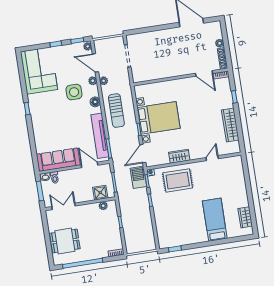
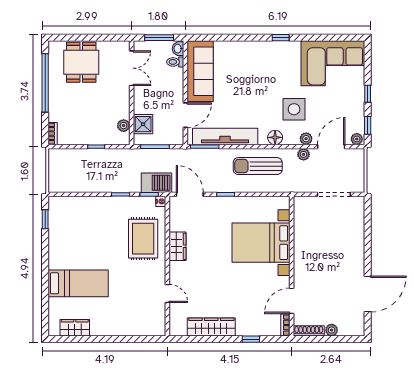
bed with nightstands: (158, 118) -> (261, 243), moved, turned 90

